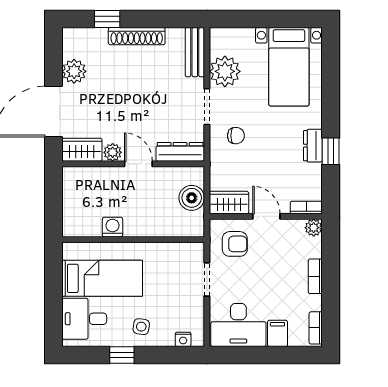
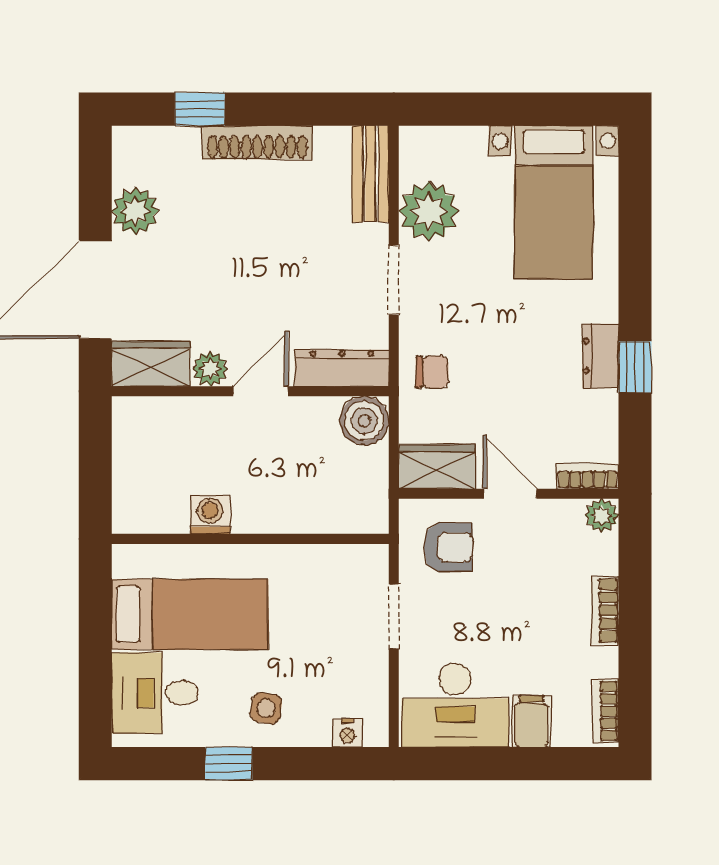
chair: (236, 136) -> (432, 372), moved
door: (138, 164) -> (261, 391), hinge flipped
boiler: (192, 198) -> (364, 421), moved

